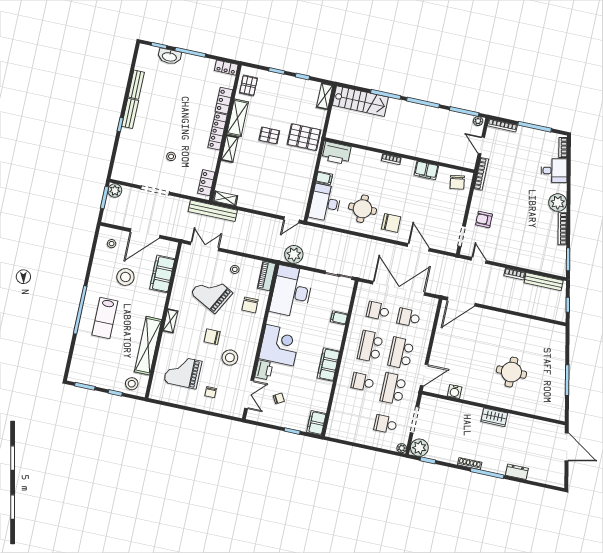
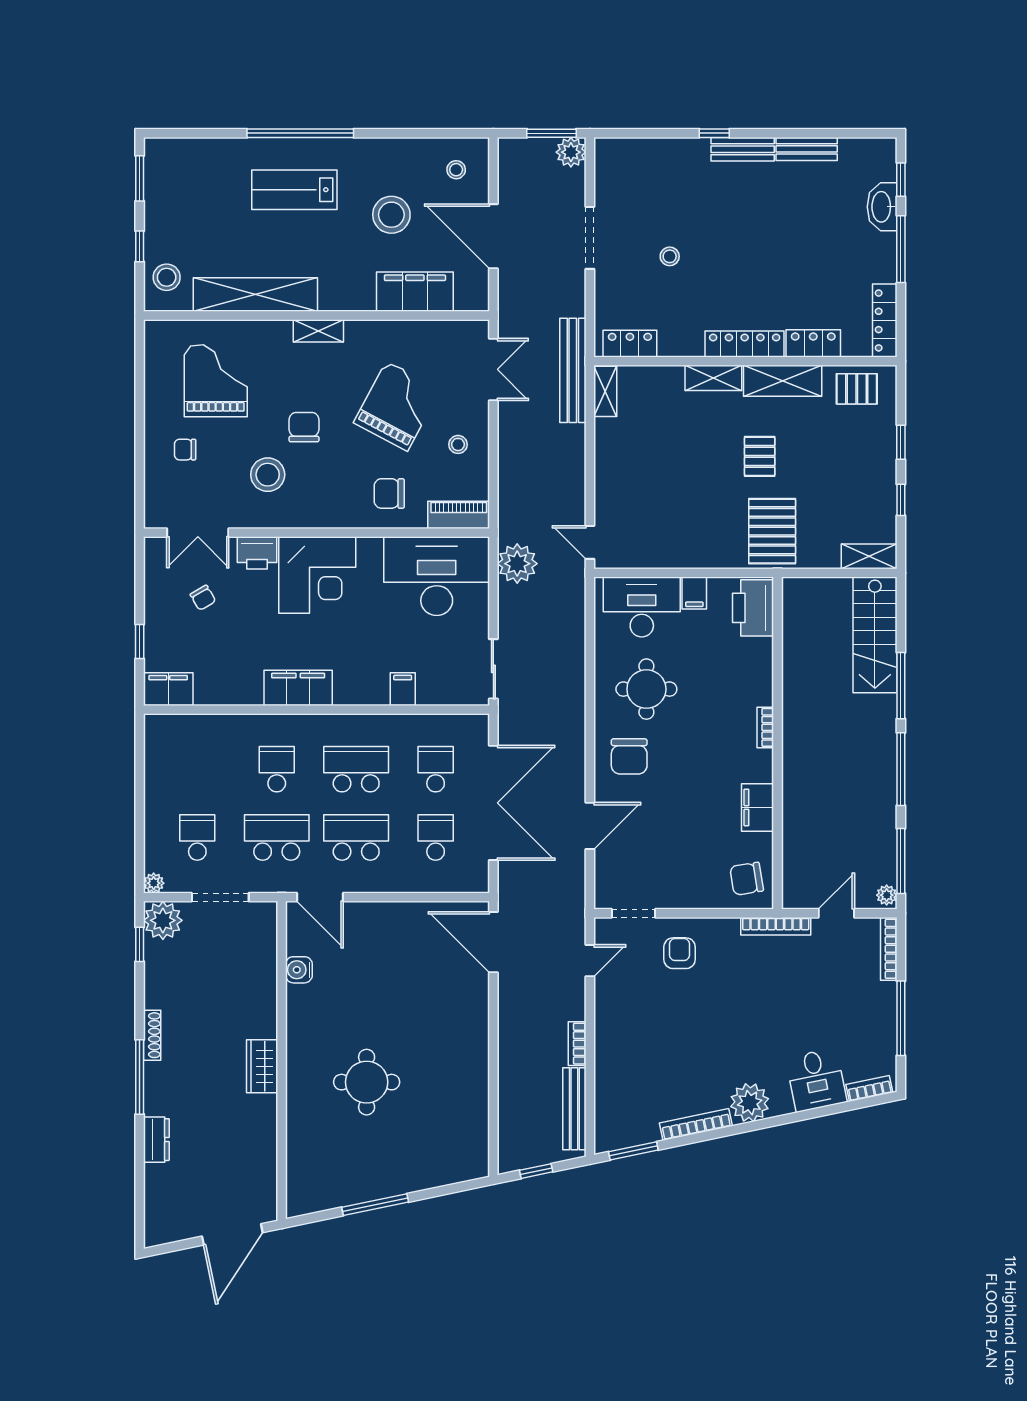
locker: (226, 68) -> (885, 320), width x1.53

